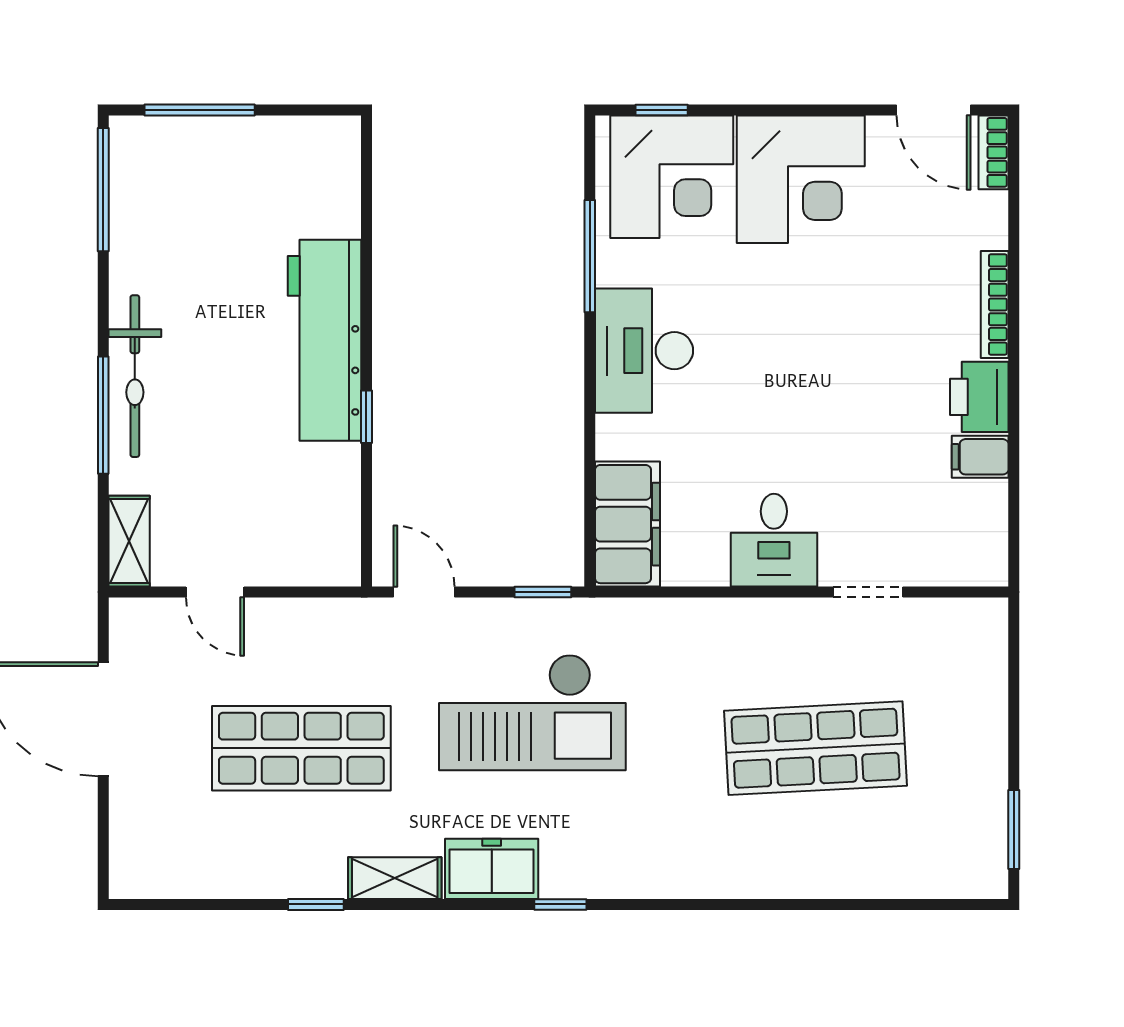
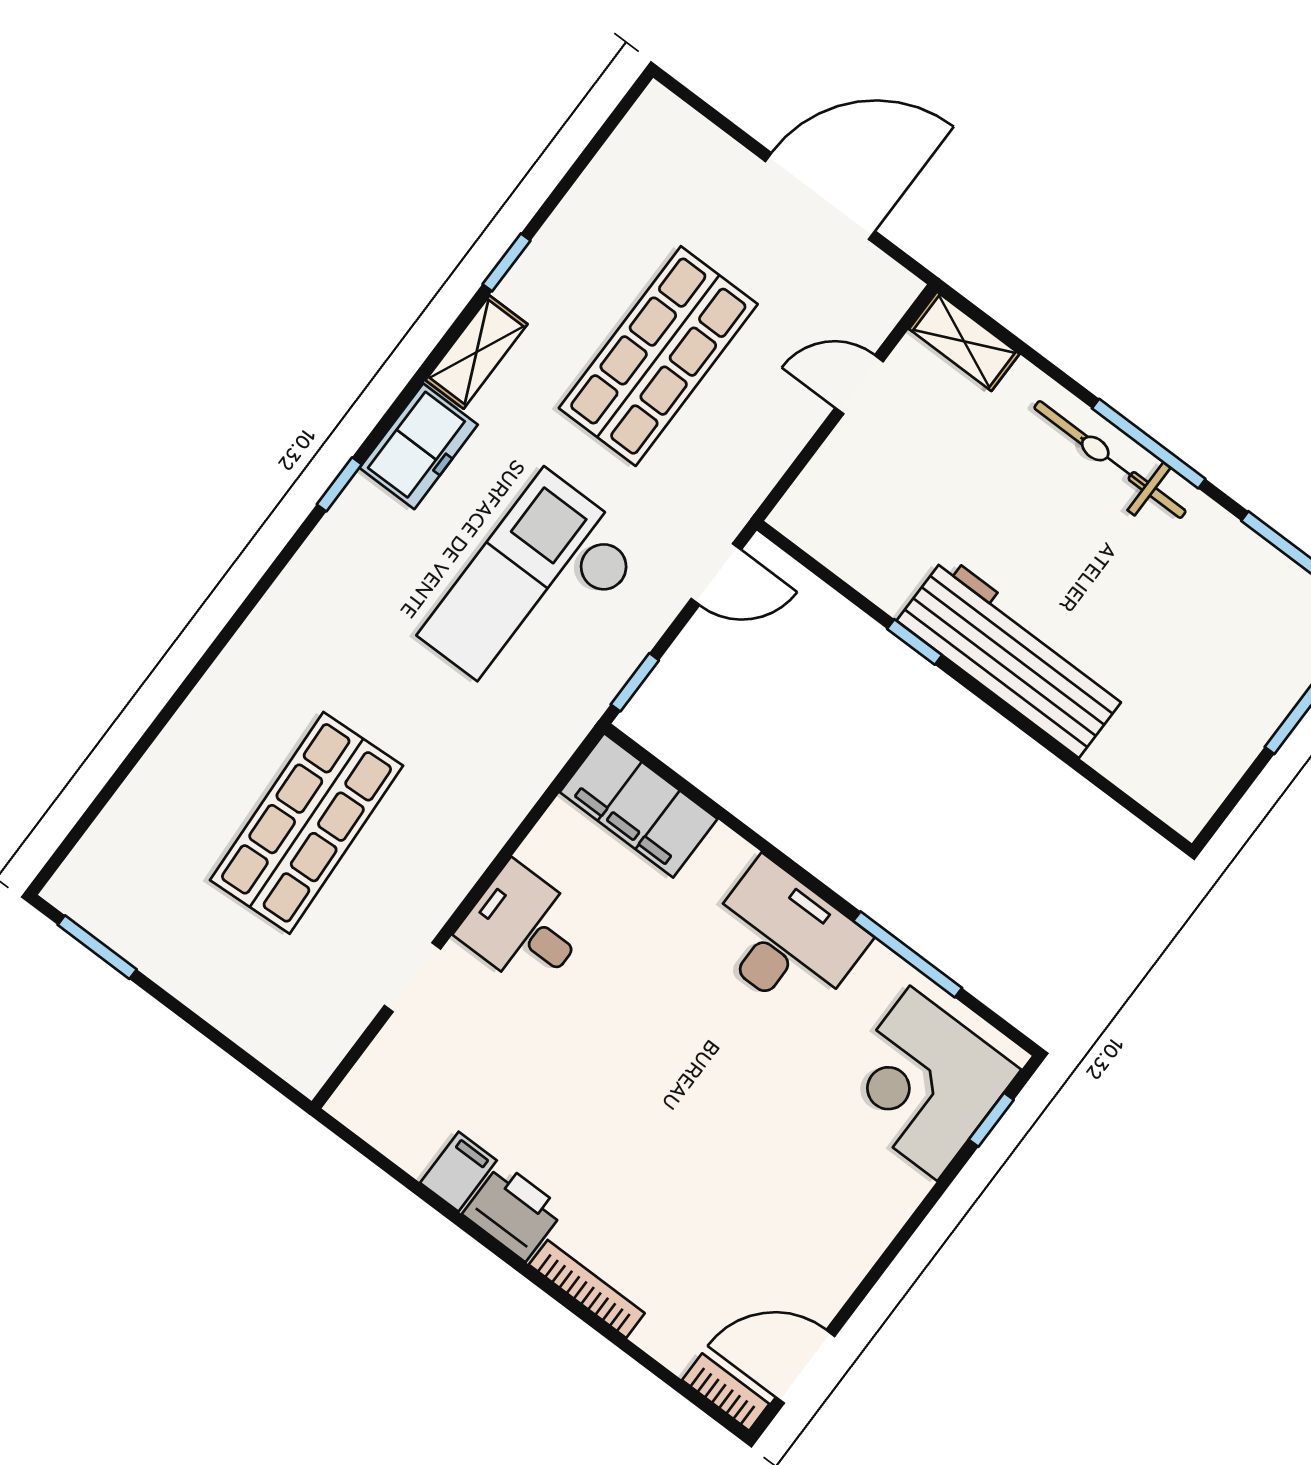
corner desk: (801, 179) -> (833, 1199), removed
window: (103, 415) -> (1149, 444), moved

